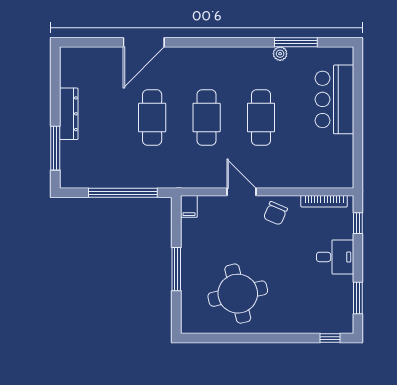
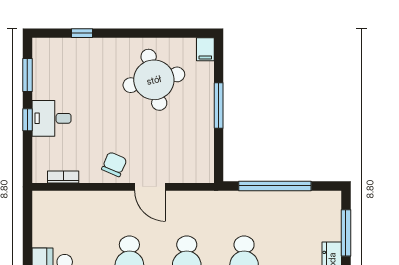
bookcase: (324, 201) -> (63, 177), width x0.64
filing cabinet: (189, 206) -> (205, 49), moved, turned 180
window: (358, 223) -> (27, 120), moved
window: (330, 338) -> (82, 33), moved

